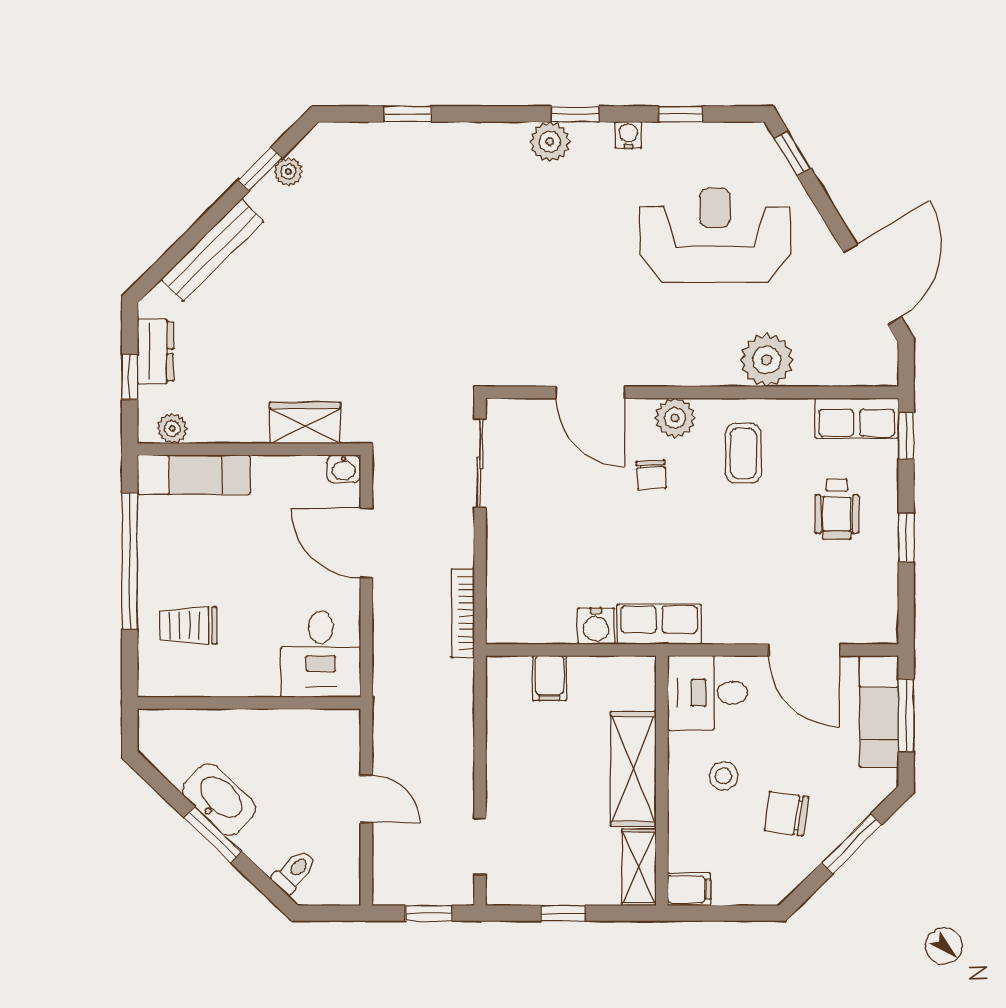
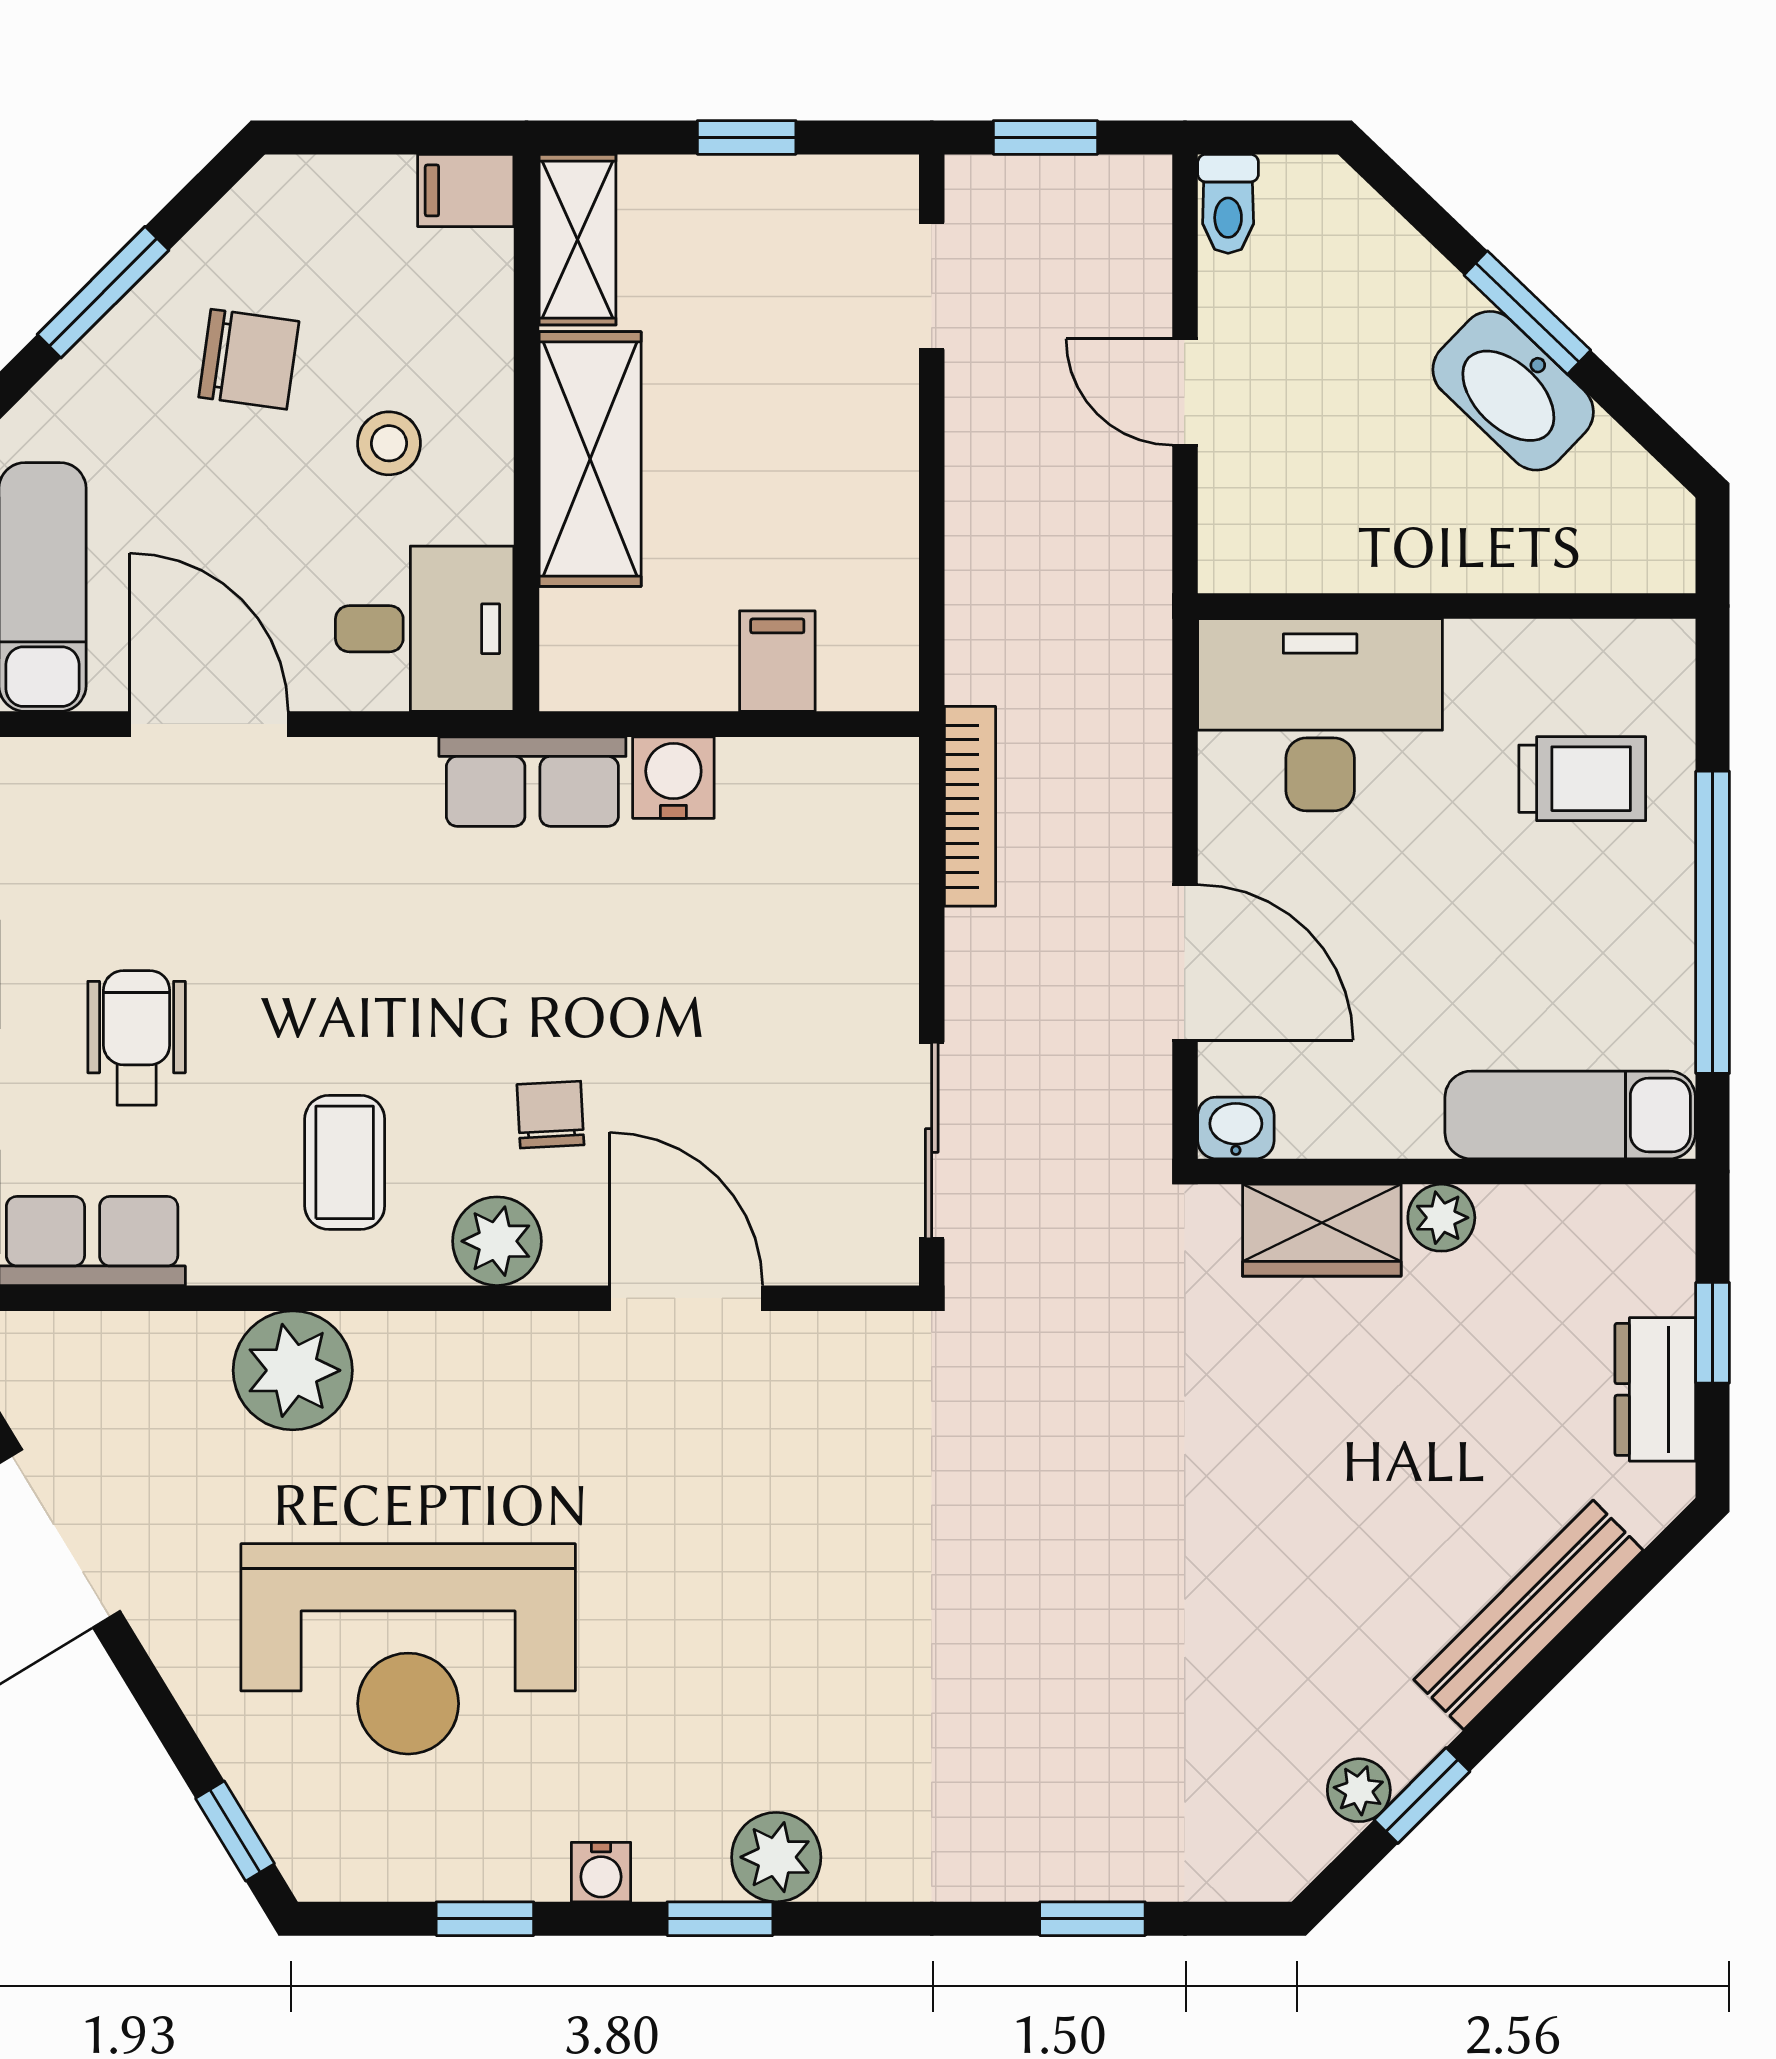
plant: (172, 428) -> (1441, 1218), moved
desk: (321, 654) -> (1320, 715), width x1.37
toilet: (294, 872) -> (1228, 204), moved, turned -44

